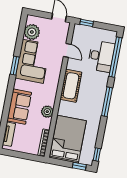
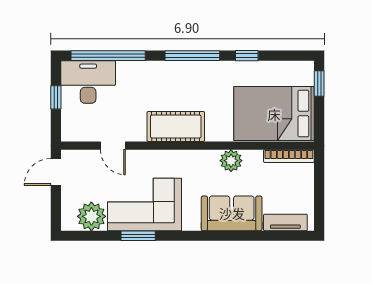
window: (87, 23) -> (56, 97), moved
door: (67, 50) -> (113, 146), swing flipped
desk: (101, 56) -> (88, 82), moved
window: (15, 66) -> (138, 236), moved
window: (97, 155) -> (247, 56), moved

